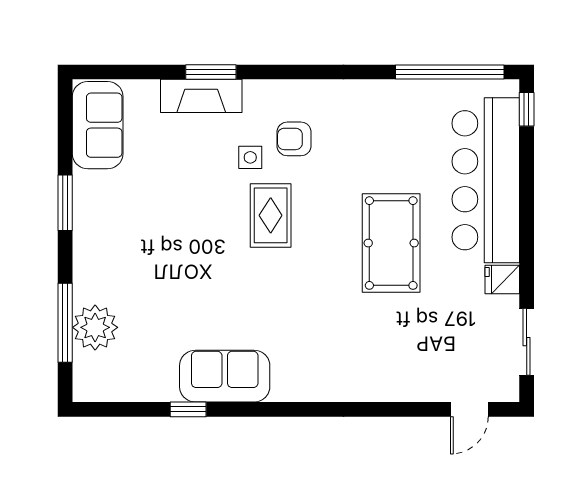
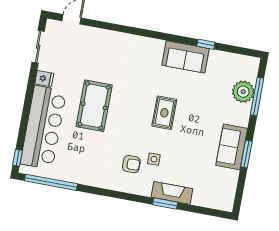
sofa: (98, 125) -> (232, 147), moved
rug: (271, 215) -> (164, 113), moved

